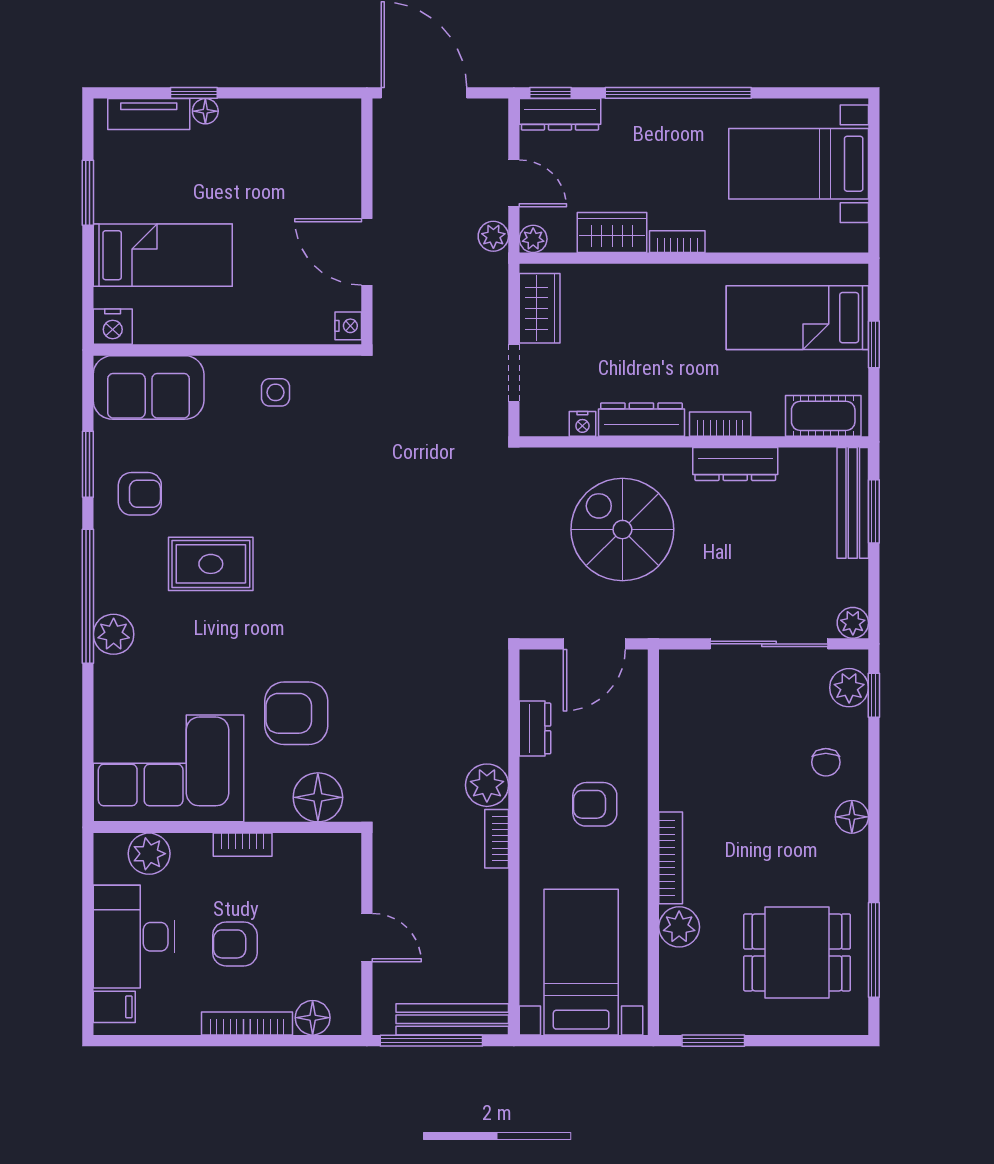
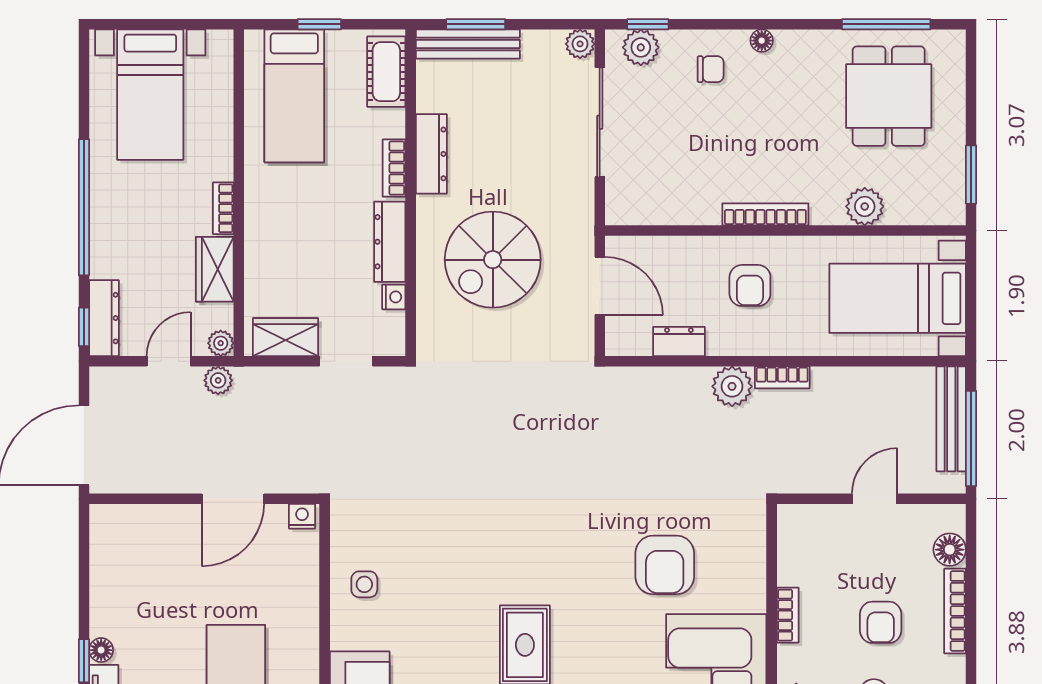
floor lamp: (318, 797) -> (743, 545), removed
floor lamp: (852, 817) -> (762, 41), width x0.73, depth x0.73
bookcase: (671, 858) -> (765, 214), moved

